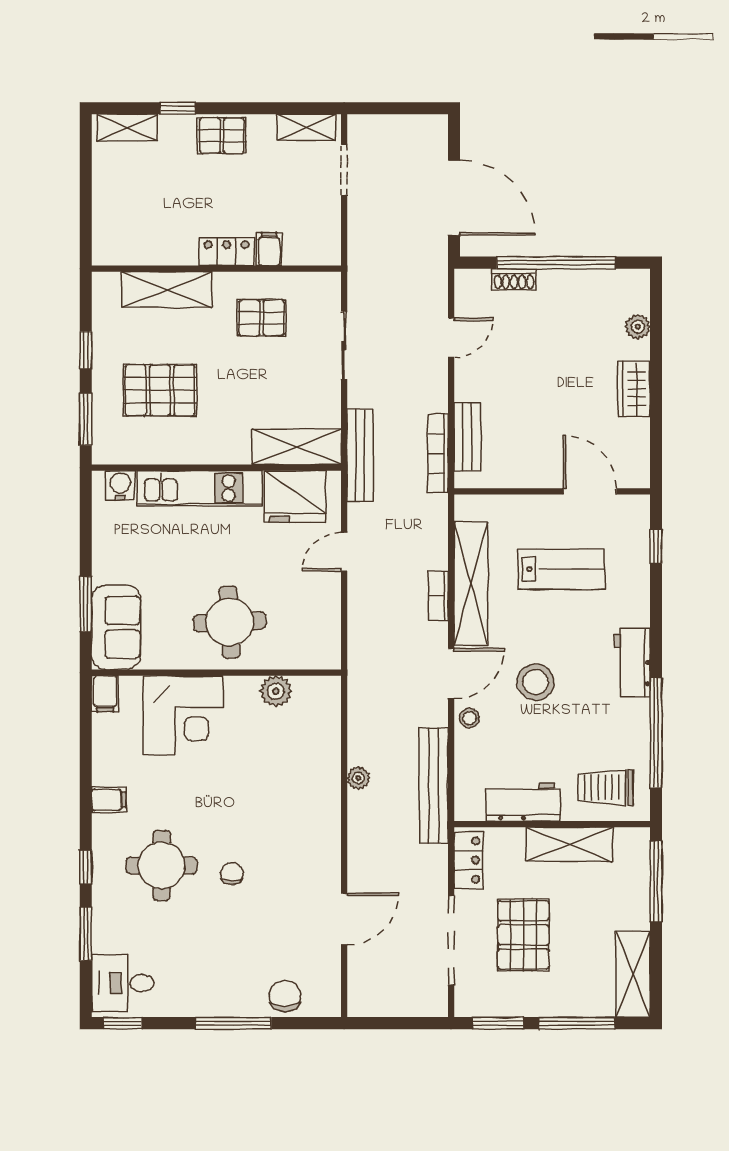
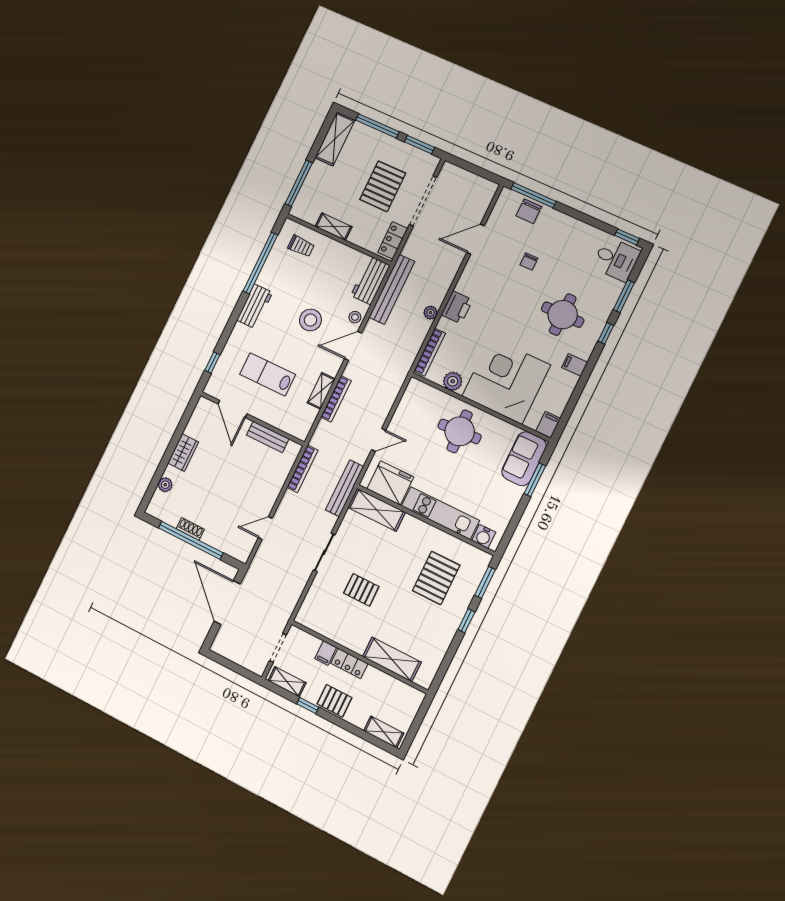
window: (178, 108) -> (308, 706), moved
filing cabinet: (269, 249) -> (326, 653), moved
locker: (227, 252) -> (349, 664), moved
wall: (216, 269) -> (359, 657), moved
shoe rack: (514, 279) -> (190, 529), moved
shelving: (167, 290) -> (392, 659), moved
pallet: (160, 390) -> (436, 578), turned 90
bench: (467, 437) -> (268, 437), moved, turned 90
shelving: (471, 583) -> (321, 391), width x0.45, depth x0.75
bookcase: (438, 596) -> (336, 399), width x1.56
corner desk: (183, 715) -> (506, 381), width x1.36, depth x1.36
bookcase: (331, 718) -> (430, 352), added
trolley: (605, 787) -> (301, 246), width x0.73, depth x0.72
workbench: (523, 802) -> (370, 280), moved, turned 90
printer: (323, 804) -> (457, 307), added
shelving: (569, 844) -> (334, 227), width x0.67, depth x0.75
chair: (232, 874) -> (529, 262), moved
window: (233, 1023) -> (533, 195), moved

